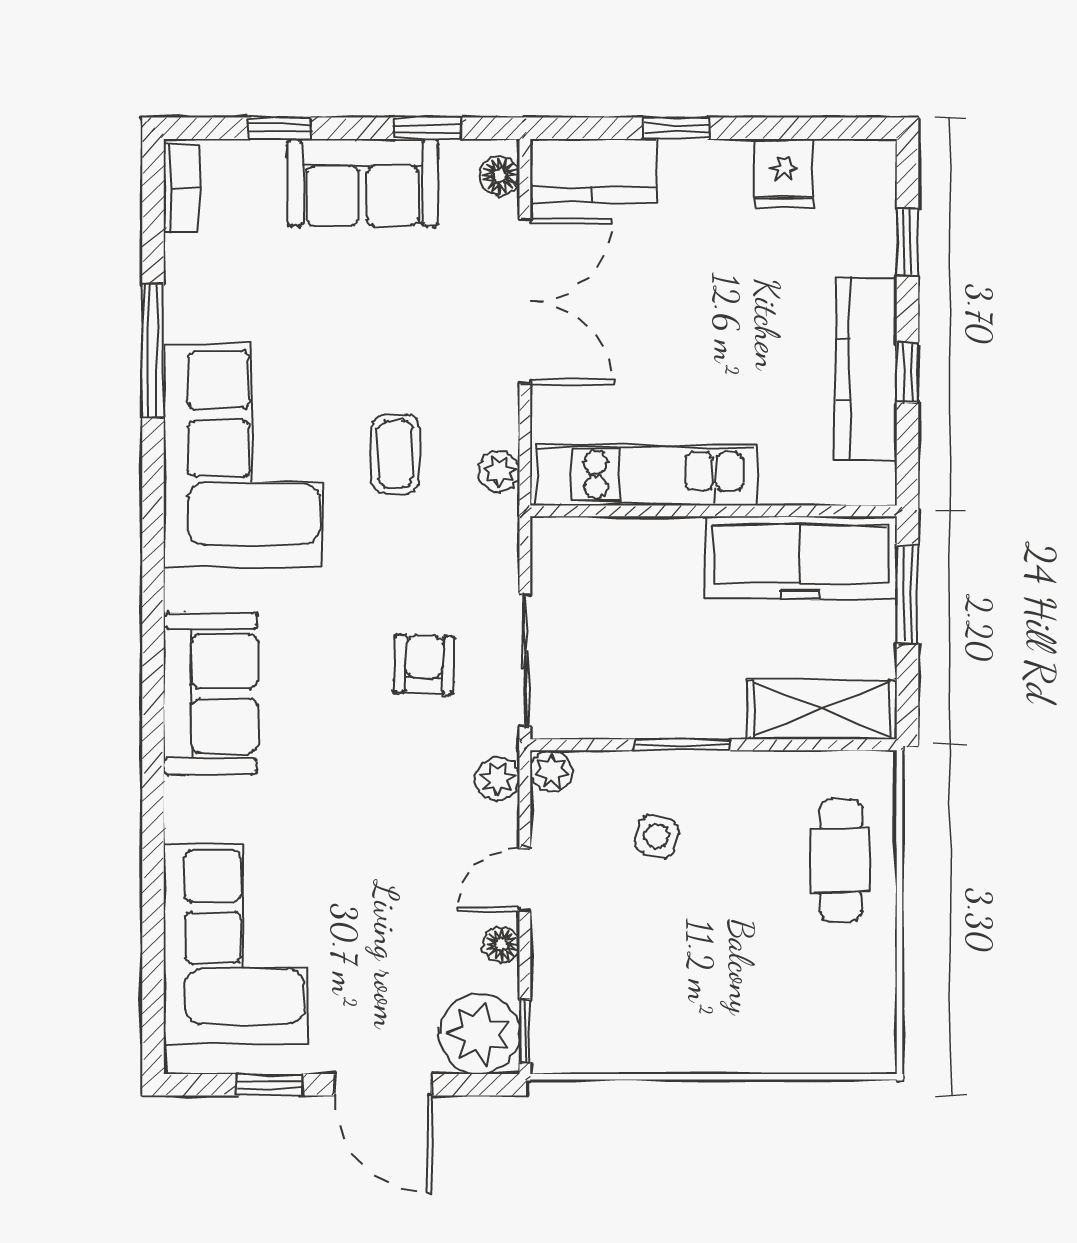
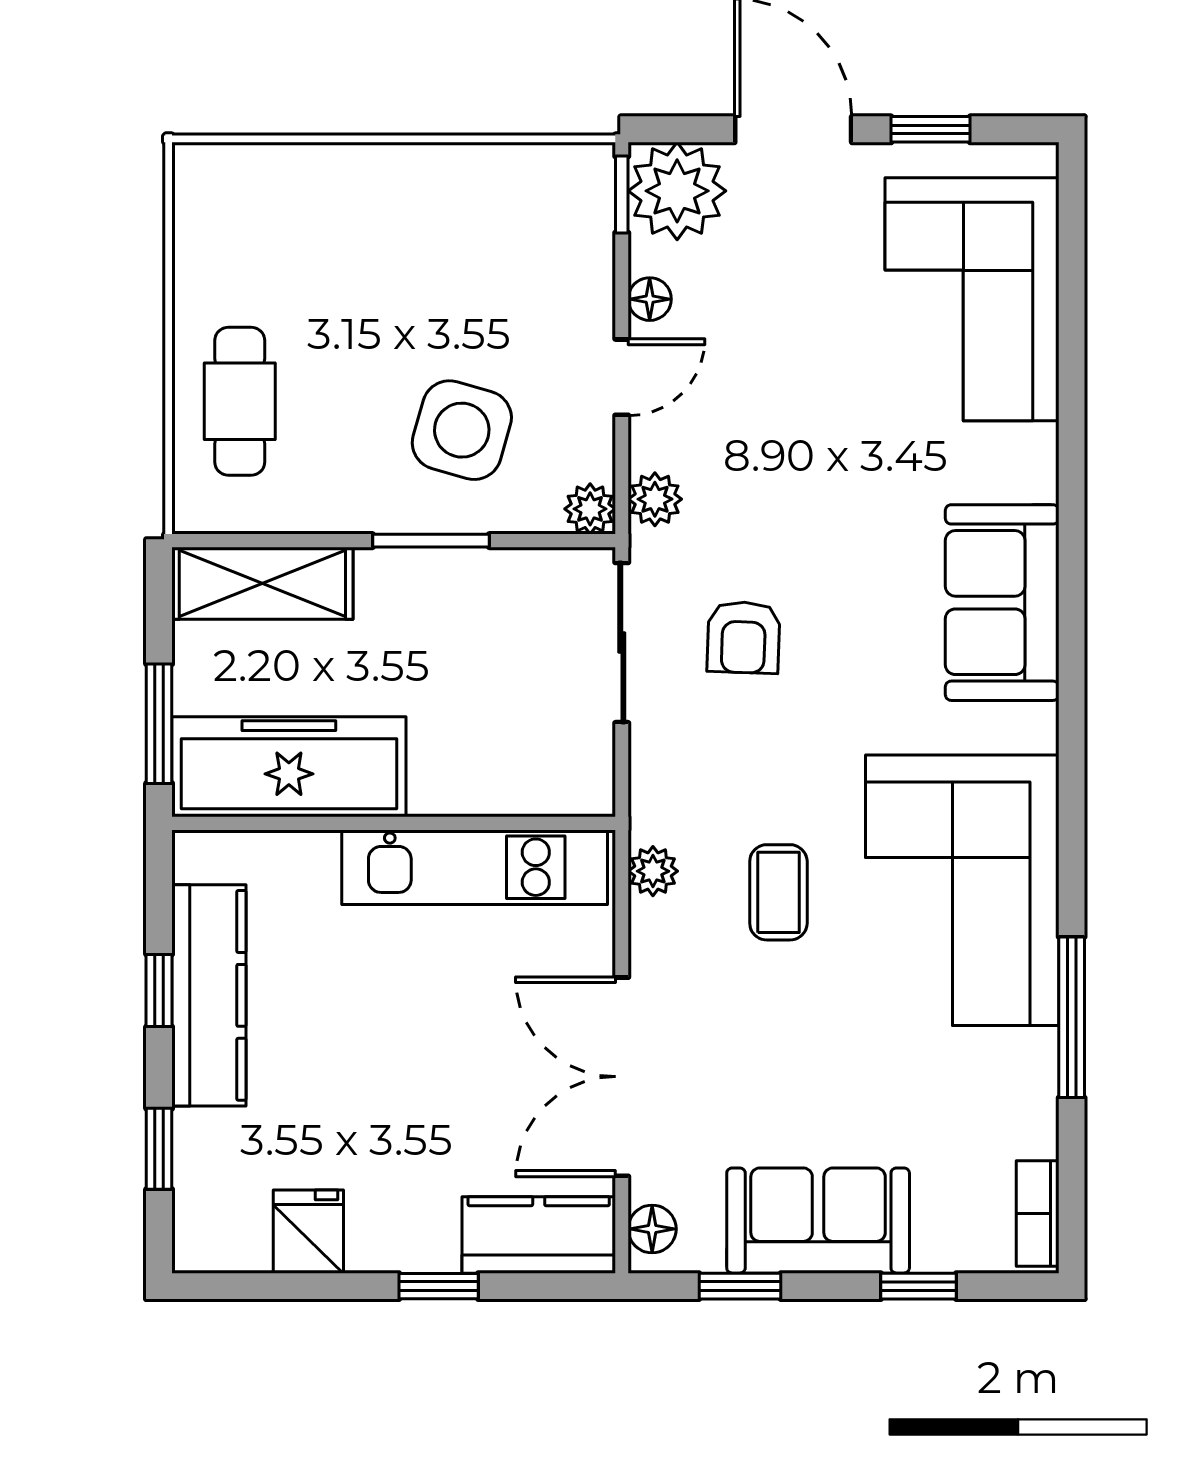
side table: (657, 836) -> (462, 430), width x1.87, depth x1.87

